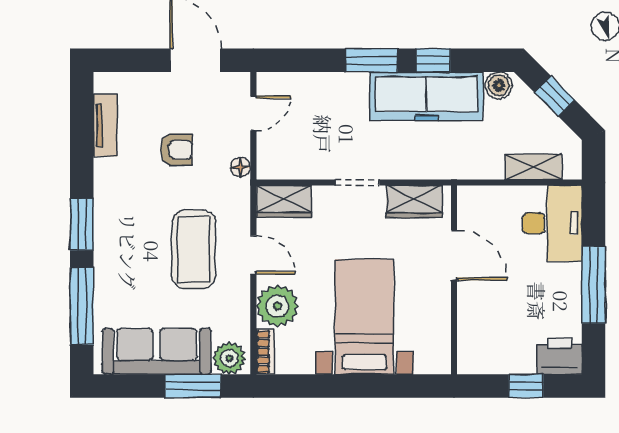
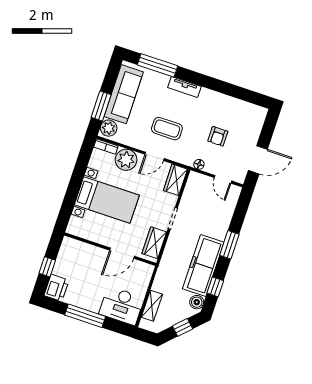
window: (433, 60) -> (215, 287), moved
tv unit: (105, 125) -> (184, 87), moved
window: (82, 224) -> (197, 79), removed
coffee table: (194, 249) -> (167, 129), width x0.73, depth x0.76

